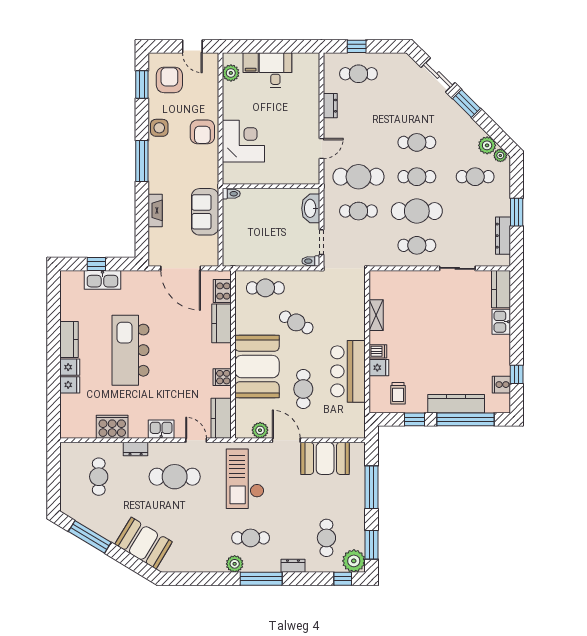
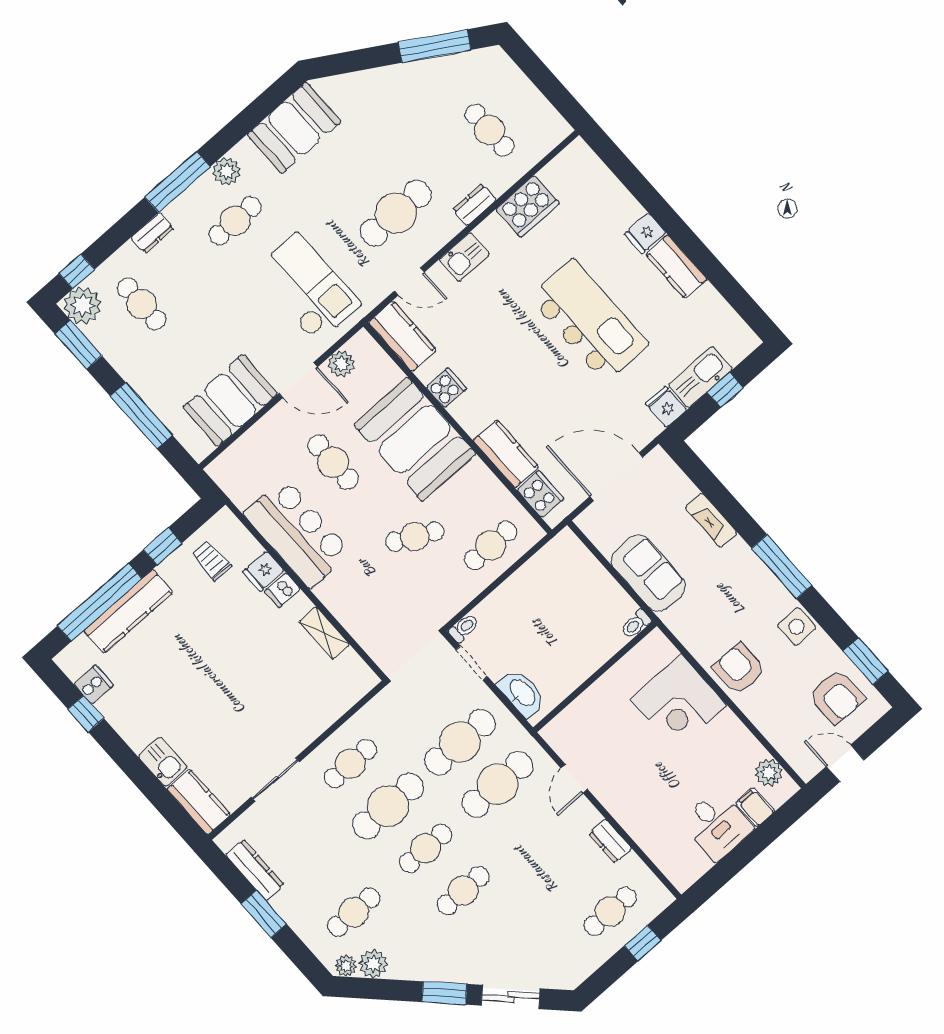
cafe table: (358, 211) -> (460, 742), width x1.37, depth x1.35
fridge: (70, 385) -> (666, 407), moved, turned 90
booth: (144, 543) -> (294, 128), moved, turned -31

